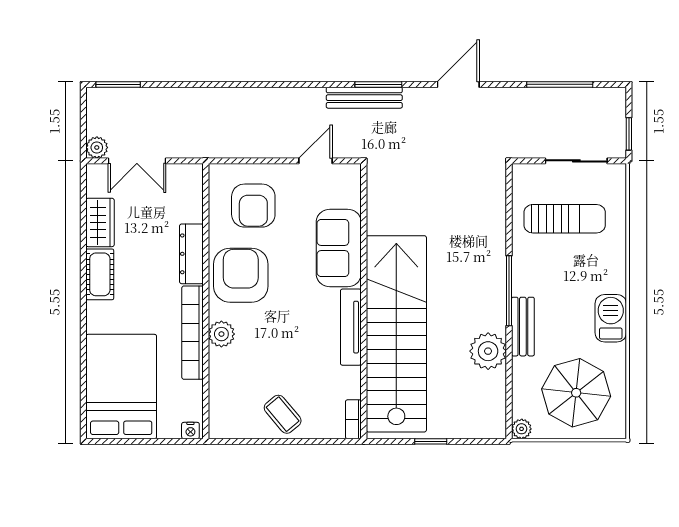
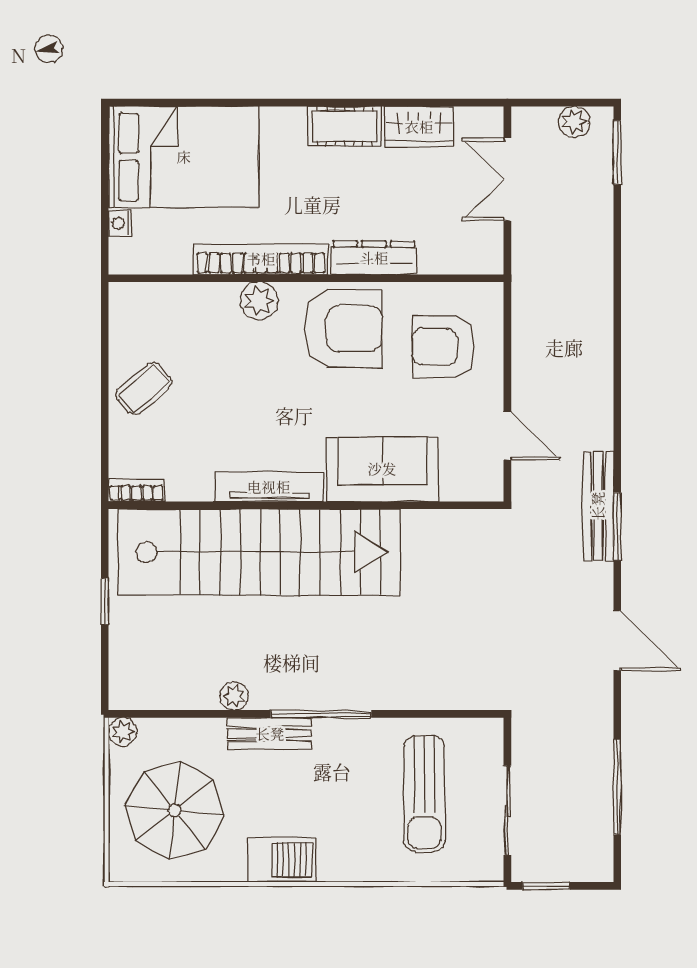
plant: (97, 148) -> (574, 122), moved
plant: (488, 351) -> (234, 696), width x0.53, depth x0.53
nightstand: (190, 430) -> (120, 223), moved

